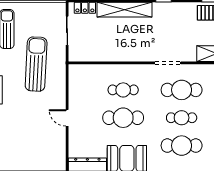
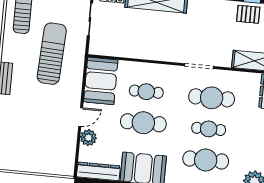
booth: (82, 84) -> (101, 81), added
door: (67, 118) -> (81, 117), swing flipped
plant: (76, 136) -> (88, 138), added

